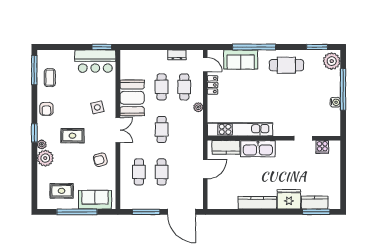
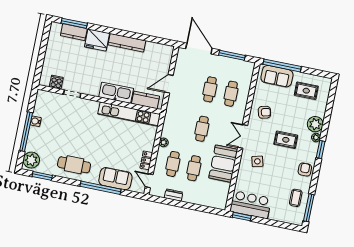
window: (77, 212) -> (282, 65), moved

